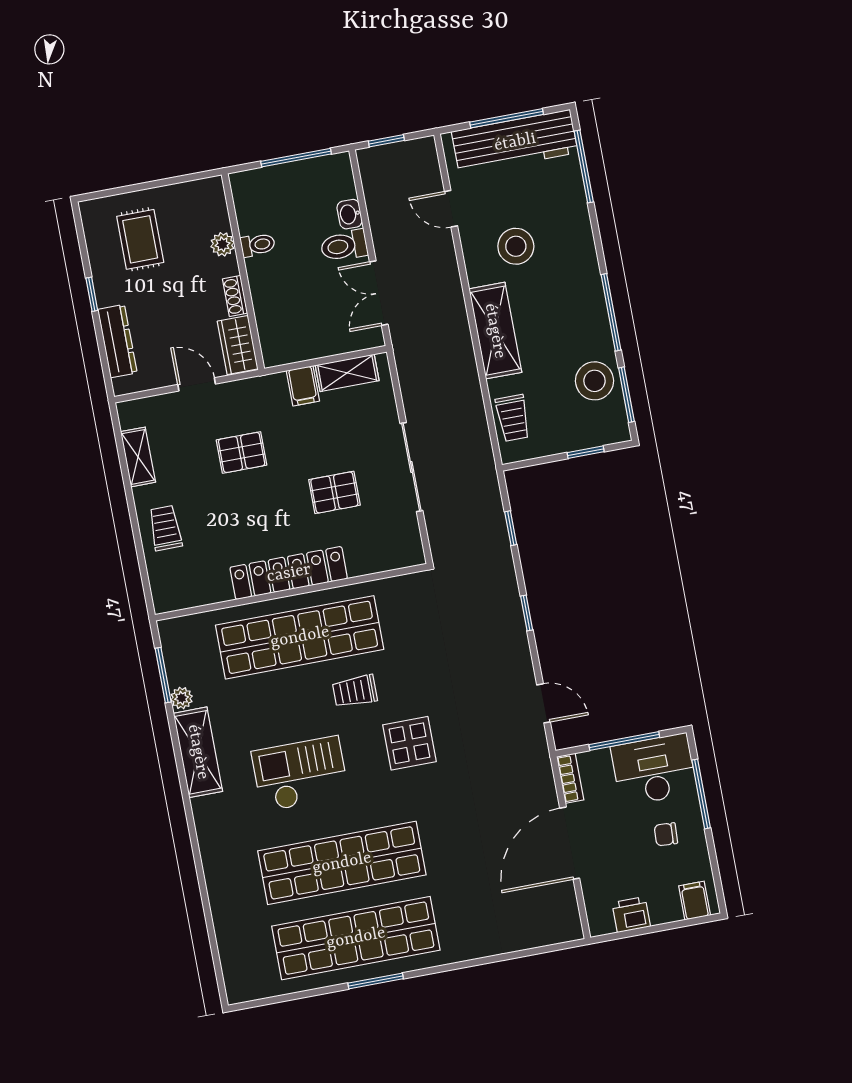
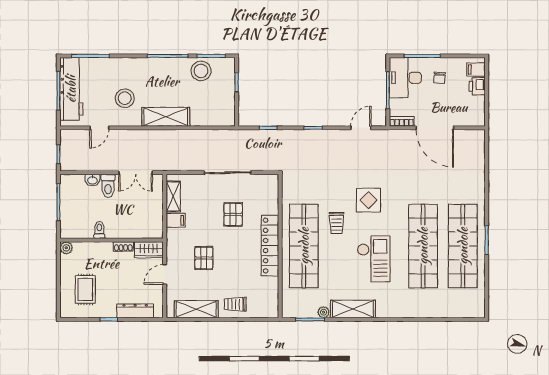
rug: (140, 239) -> (85, 289), turned 90
plant: (223, 244) -> (66, 248), moved
trolley: (513, 418) -> (212, 116), removed
shelving: (138, 457) -> (196, 309), width x1.50, depth x1.33
checkout: (300, 774) -> (374, 259), turned 180
printer: (631, 915) -> (477, 86), moved

